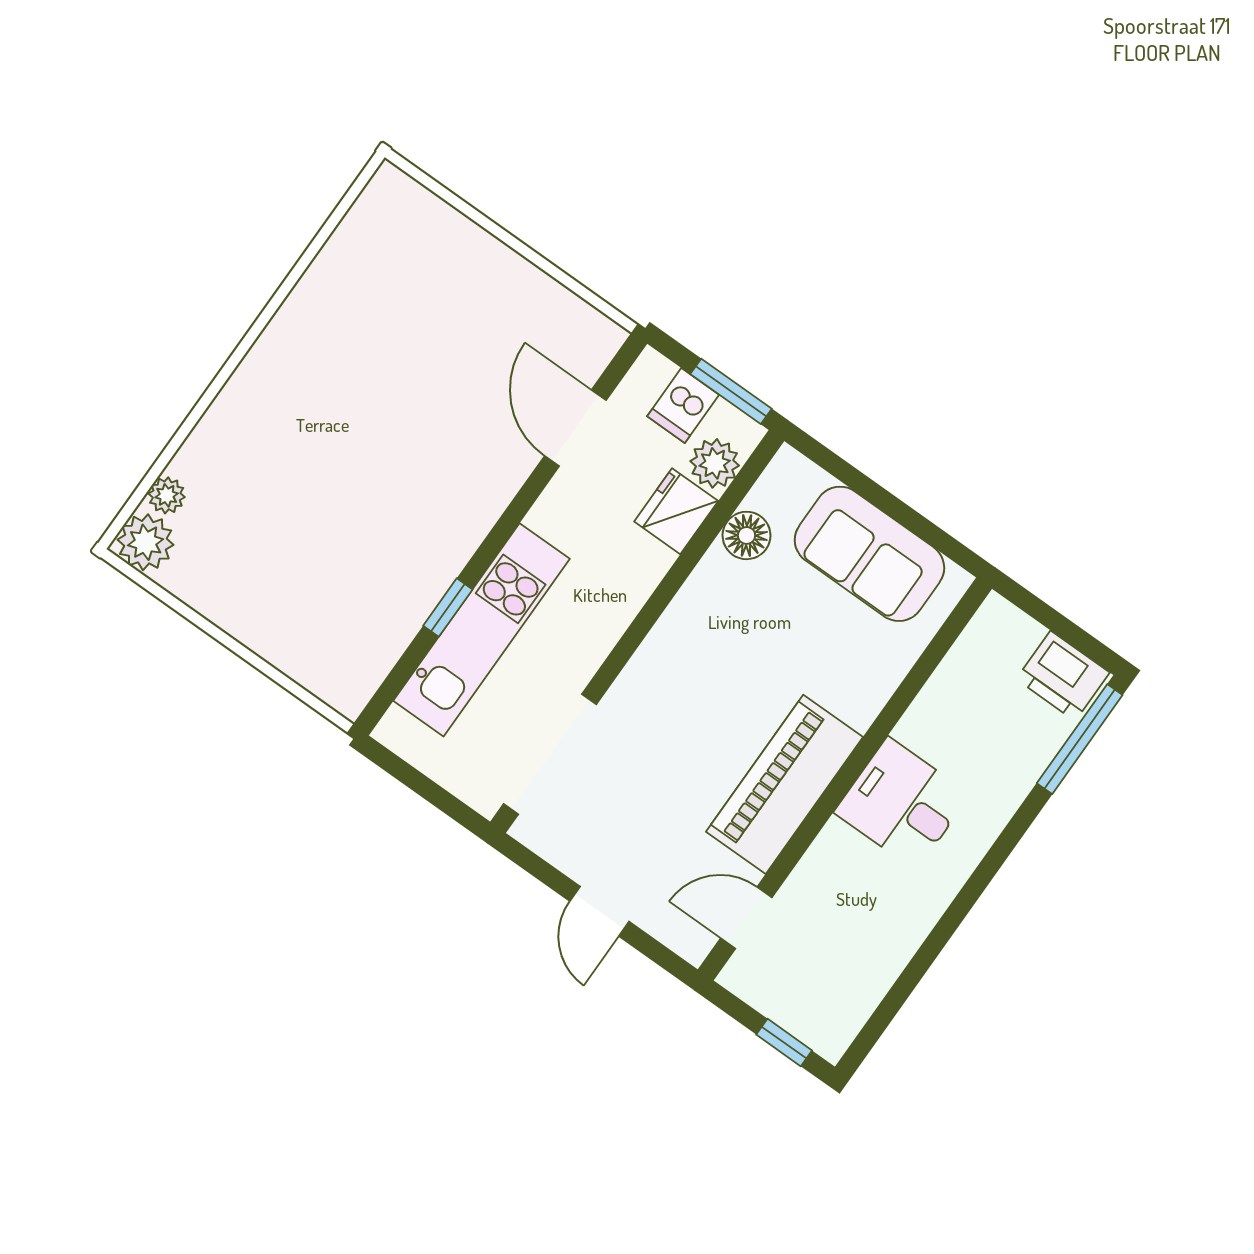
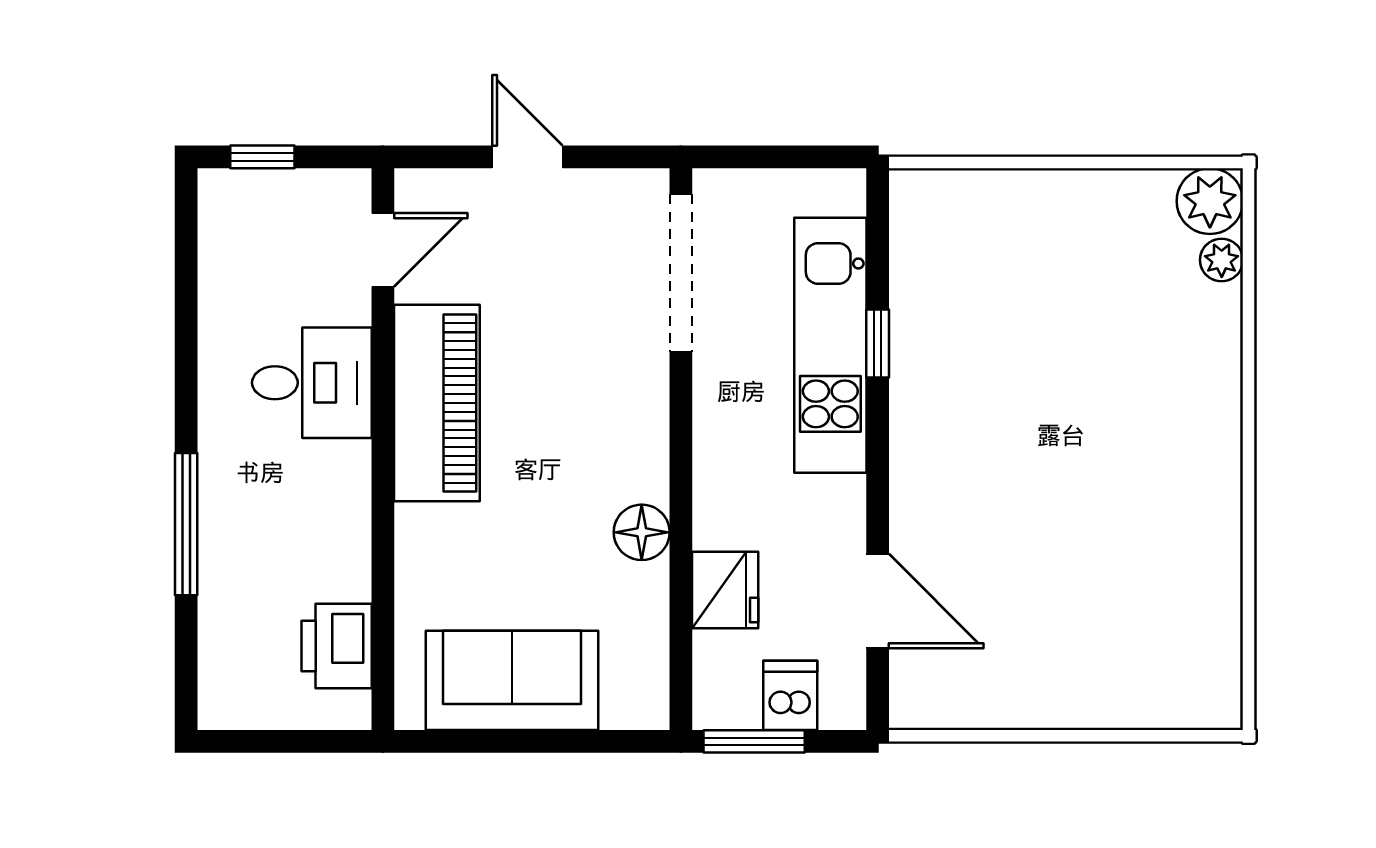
plant: (715, 463) -> (721, 662), removed
floor lamp: (746, 535) -> (642, 532), moved
printer: (1063, 676) -> (337, 646), moved, turned -90
window: (1080, 739) -> (186, 524), moved
desk: (902, 803) -> (312, 383), moved

